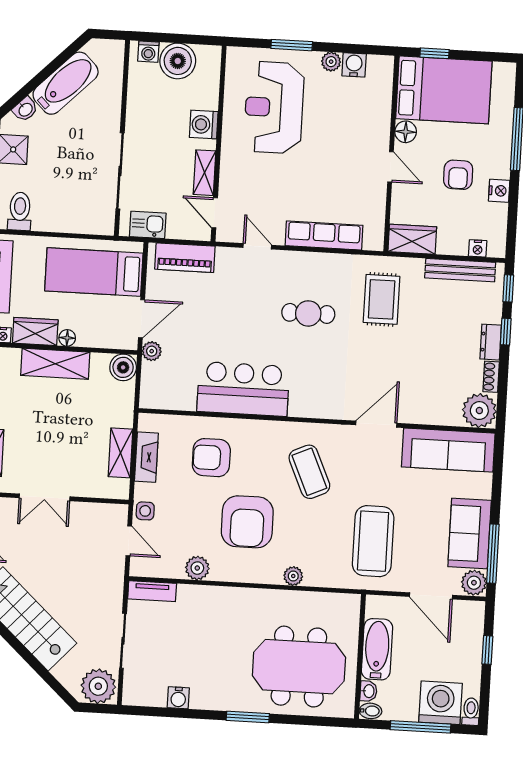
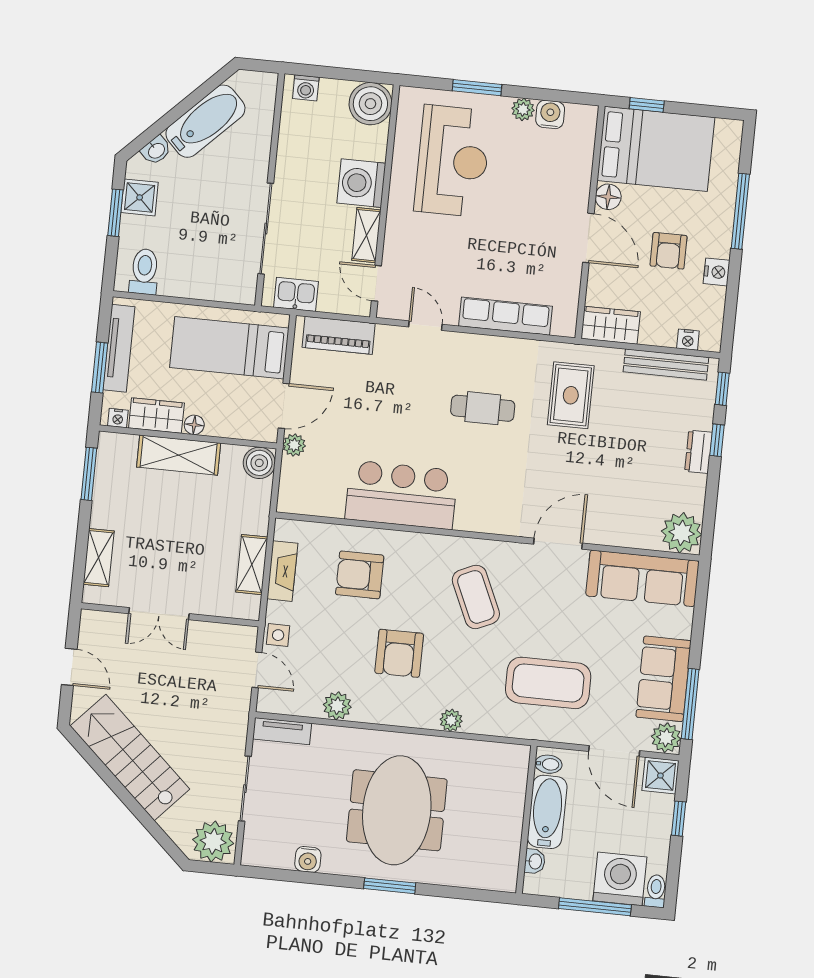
boiler: (178, 61) -> (370, 104), moved
reception desk: (274, 107) -> (453, 161), turned 180
washing machine: (204, 125) -> (361, 183), width x1.37, depth x1.37
door: (390, 167) -> (588, 238), width x1.38
shoe rack: (491, 377) -> (697, 493), removed
armchair: (247, 522) -> (399, 653), width x0.73, depth x0.73
coffee table: (373, 541) -> (548, 683), turned 90
shower: (471, 615) -> (660, 776), added
meeting table: (299, 667) -> (397, 810), moved, turned 90
bidet: (370, 711) -> (548, 764), moved

